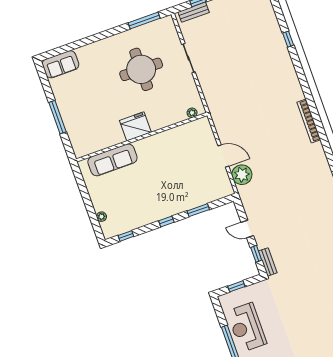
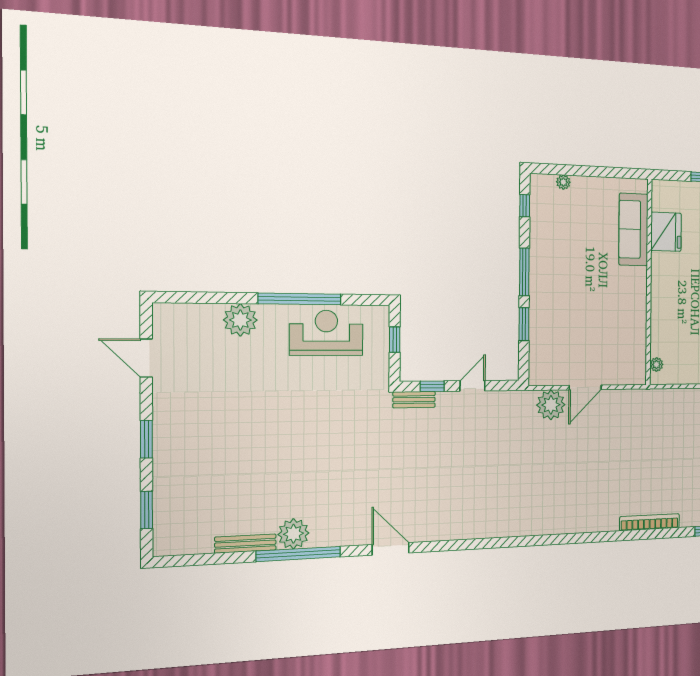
bookcase: (309, 121) -> (650, 522), moved
fridge: (135, 126) -> (666, 232), moved
window: (166, 222) -> (524, 272), width x2.17

